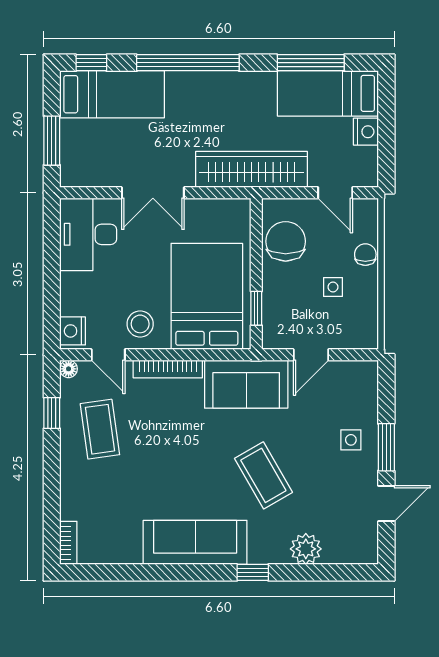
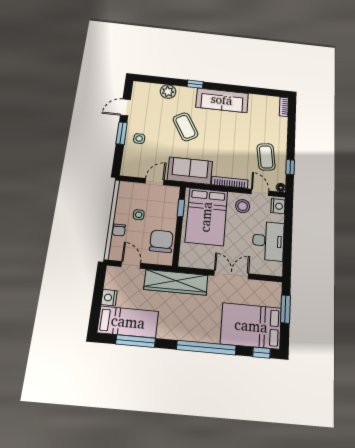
bed: (112, 94) -> (251, 326), width x1.50
desk: (88, 234) -> (268, 241), moved
chair: (286, 241) -> (161, 241), turned 180

